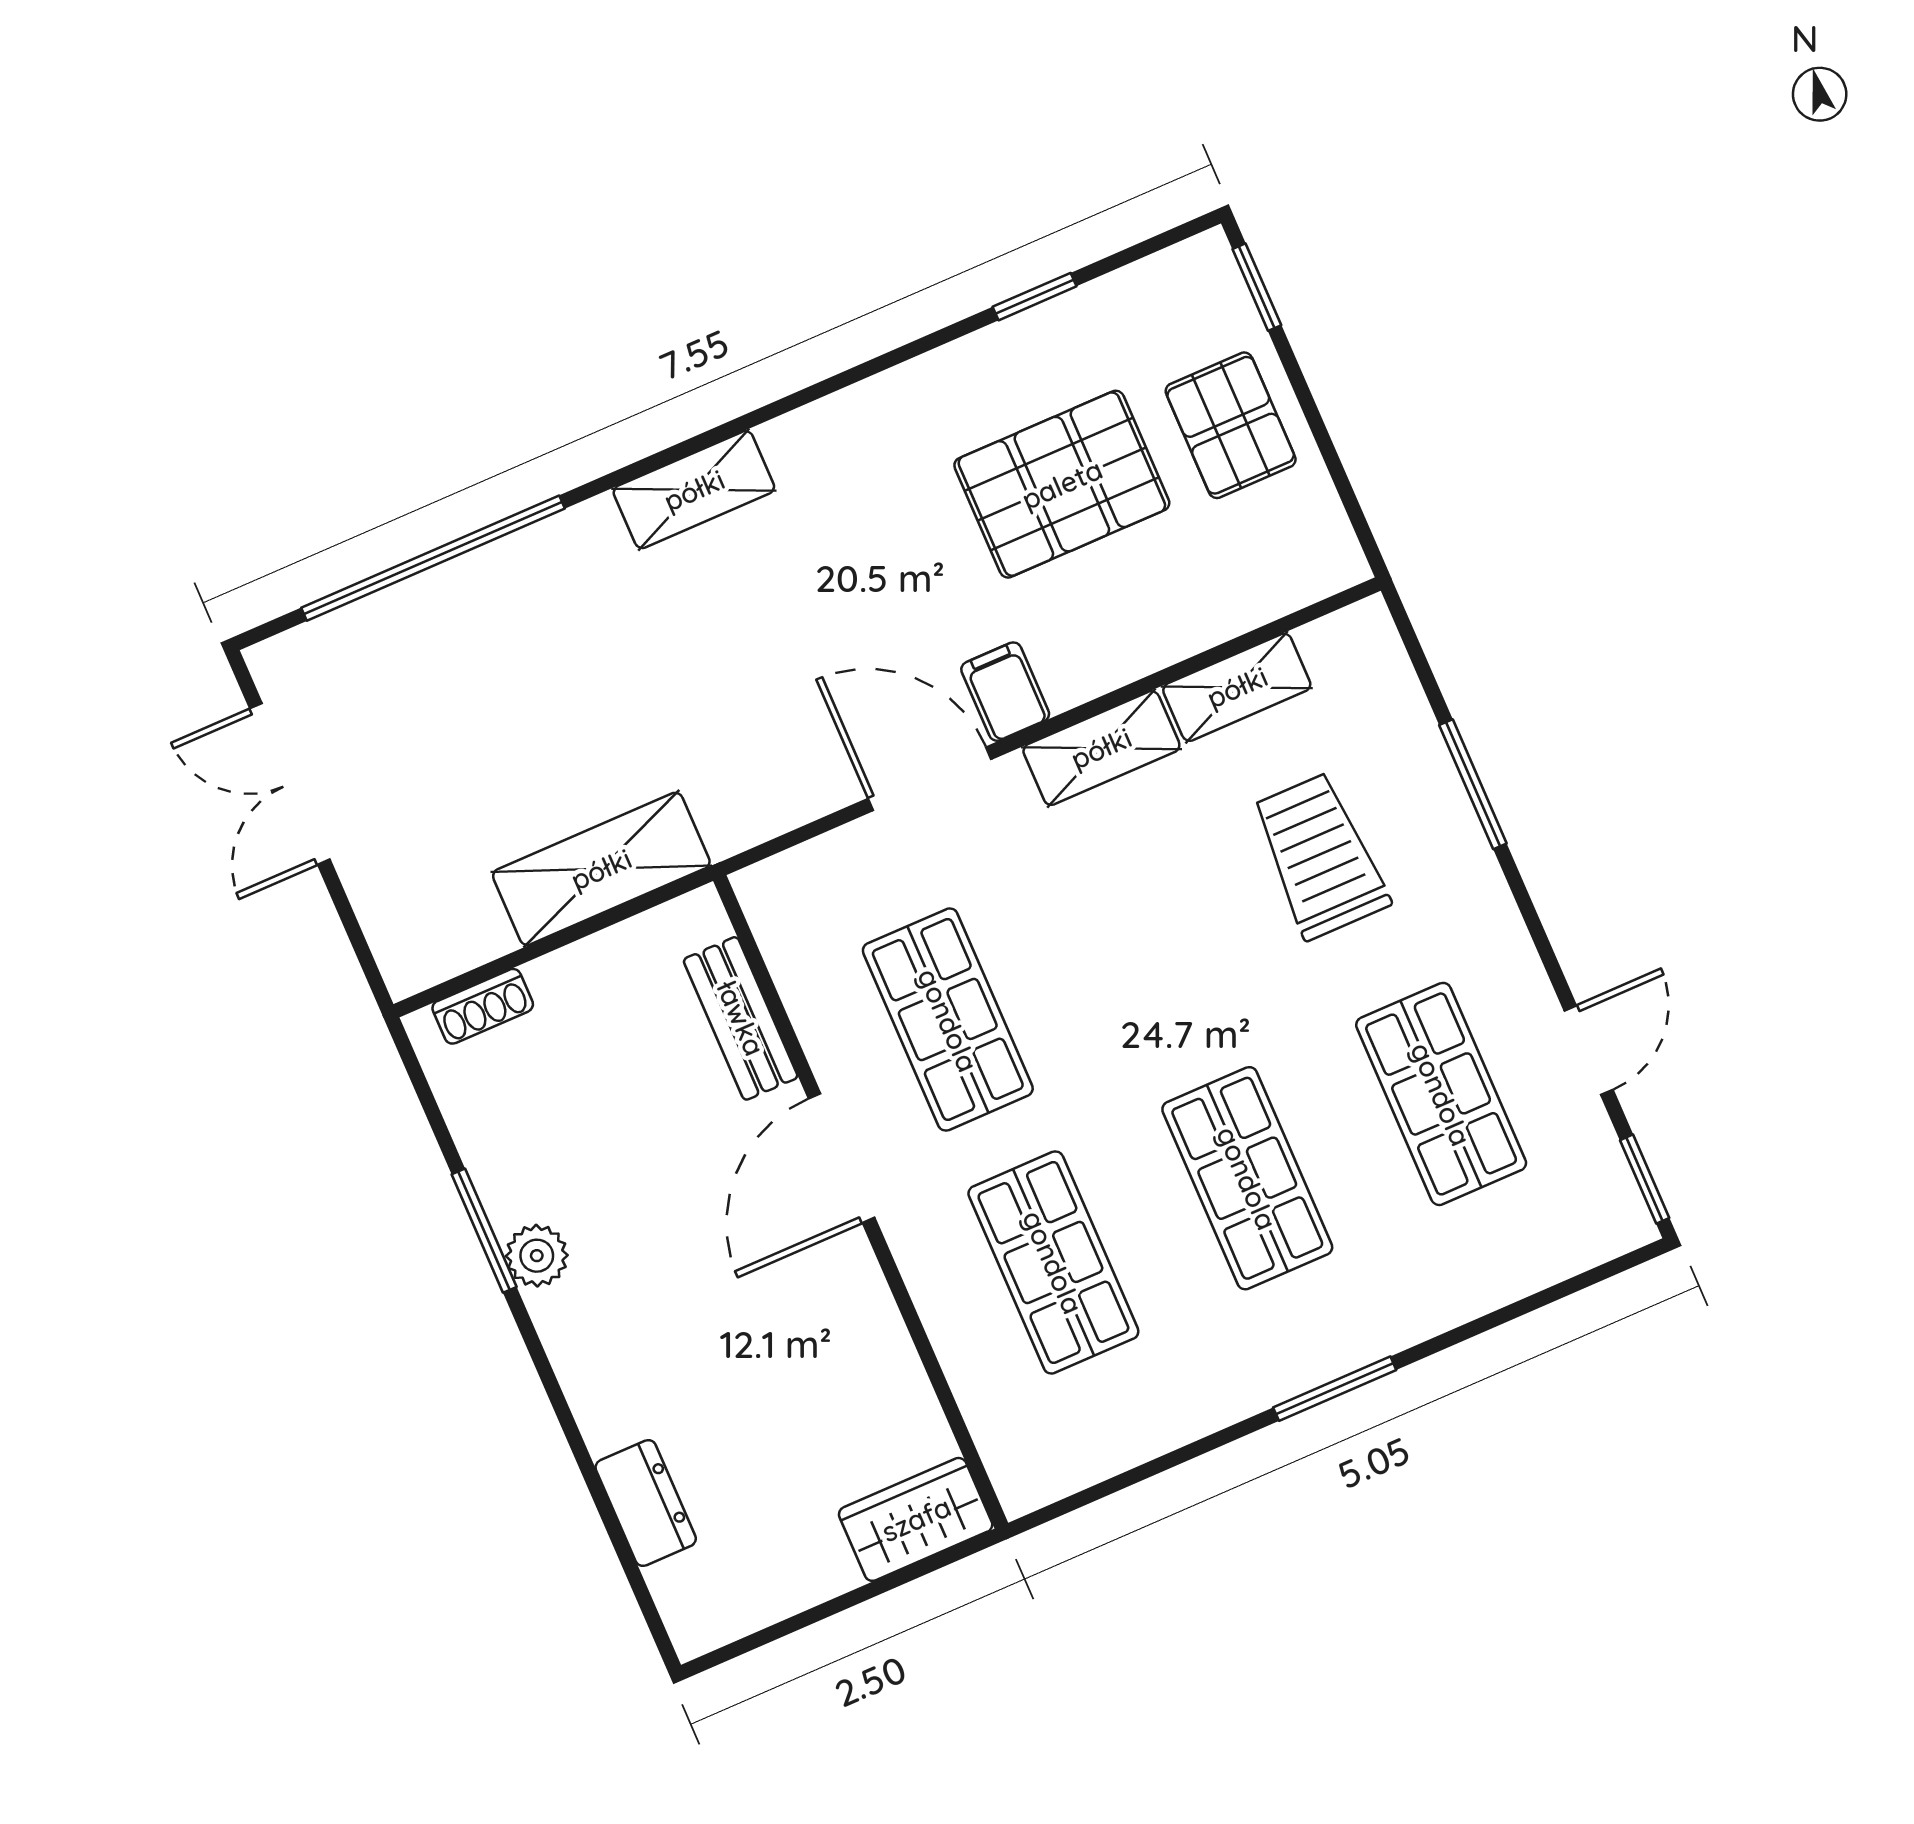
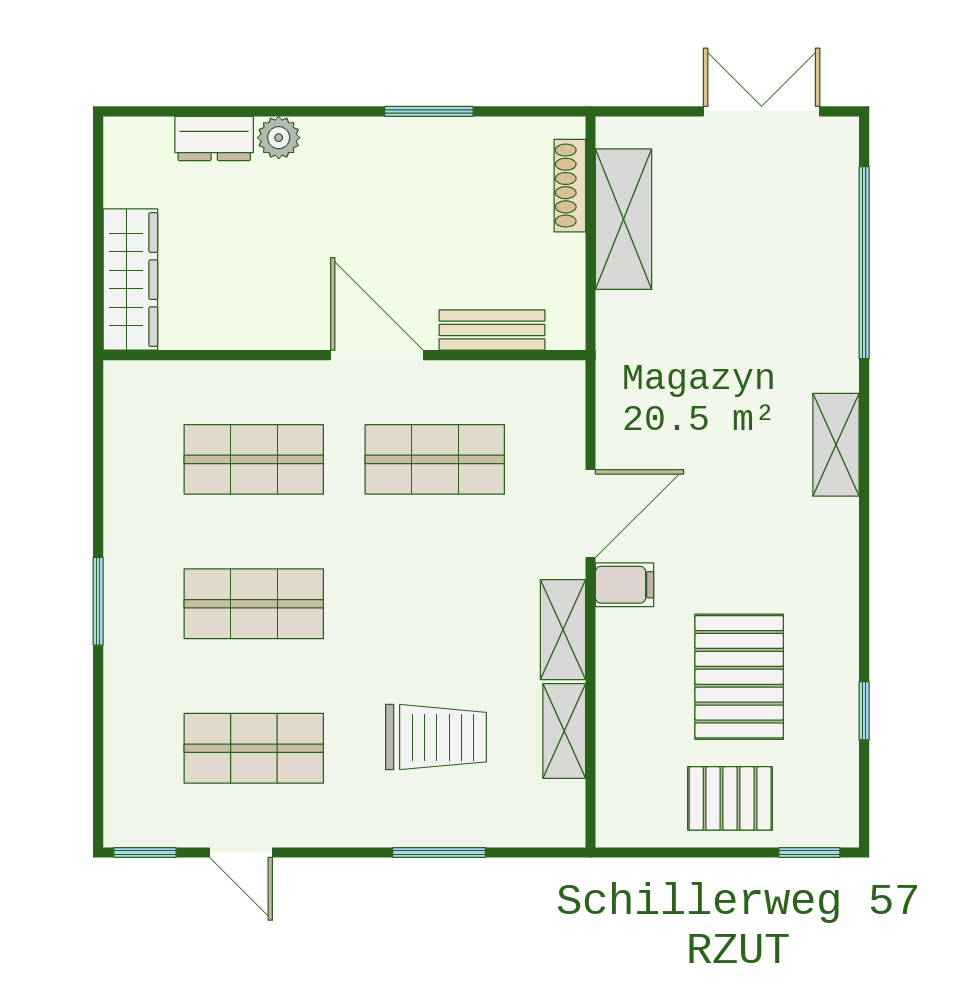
shelving: (601, 869) -> (624, 219), moved
shoe rack: (483, 1006) -> (570, 186), width x1.43
plant: (537, 1256) -> (279, 138), moved
wardrobe: (916, 1519) -> (130, 280), width x1.50

